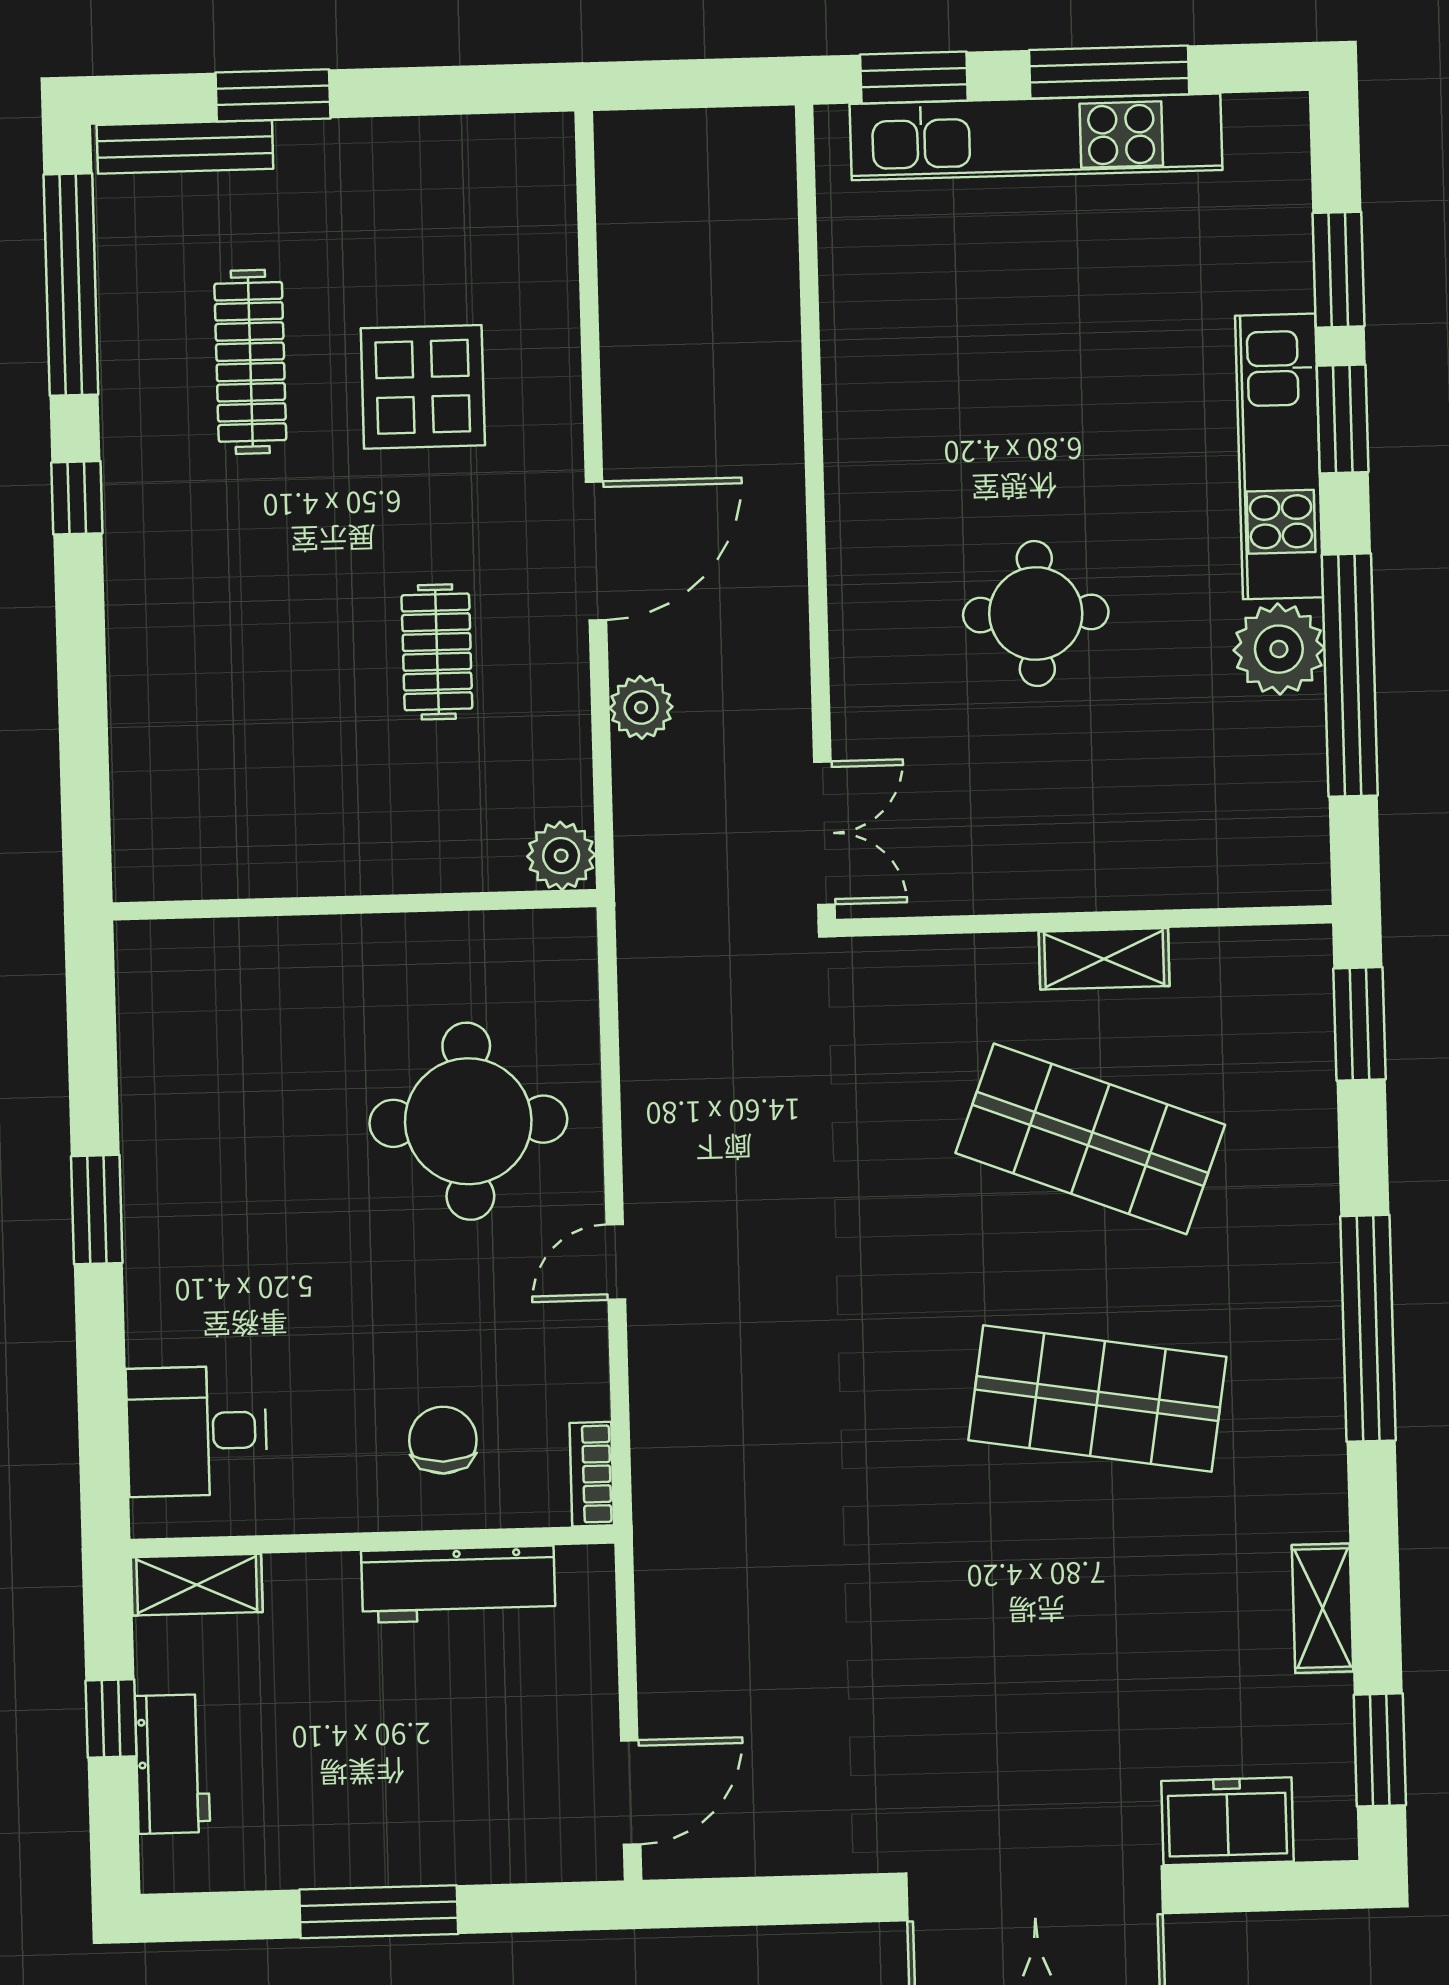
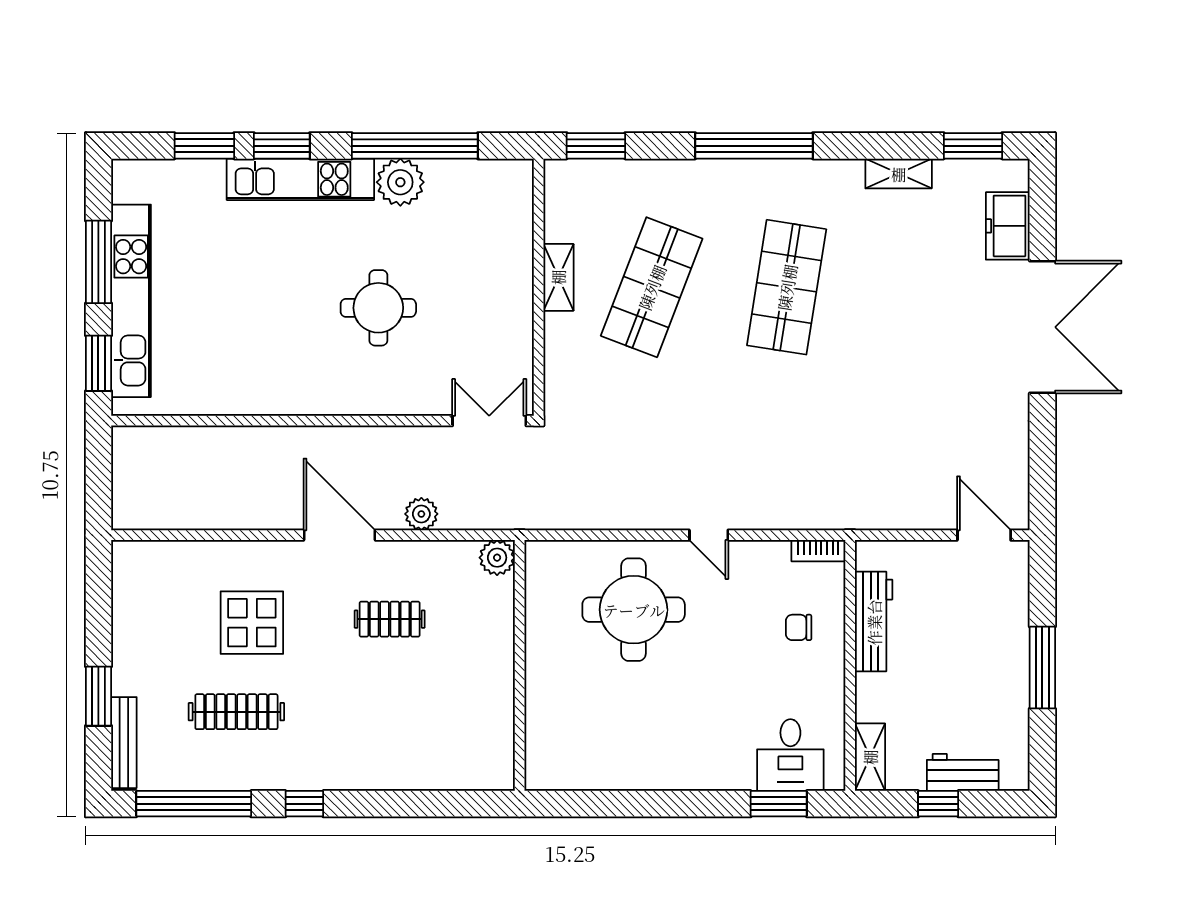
window: (97, 1210) -> (779, 804), moved
chair: (443, 1440) -> (799, 627), width x0.73, depth x0.73

